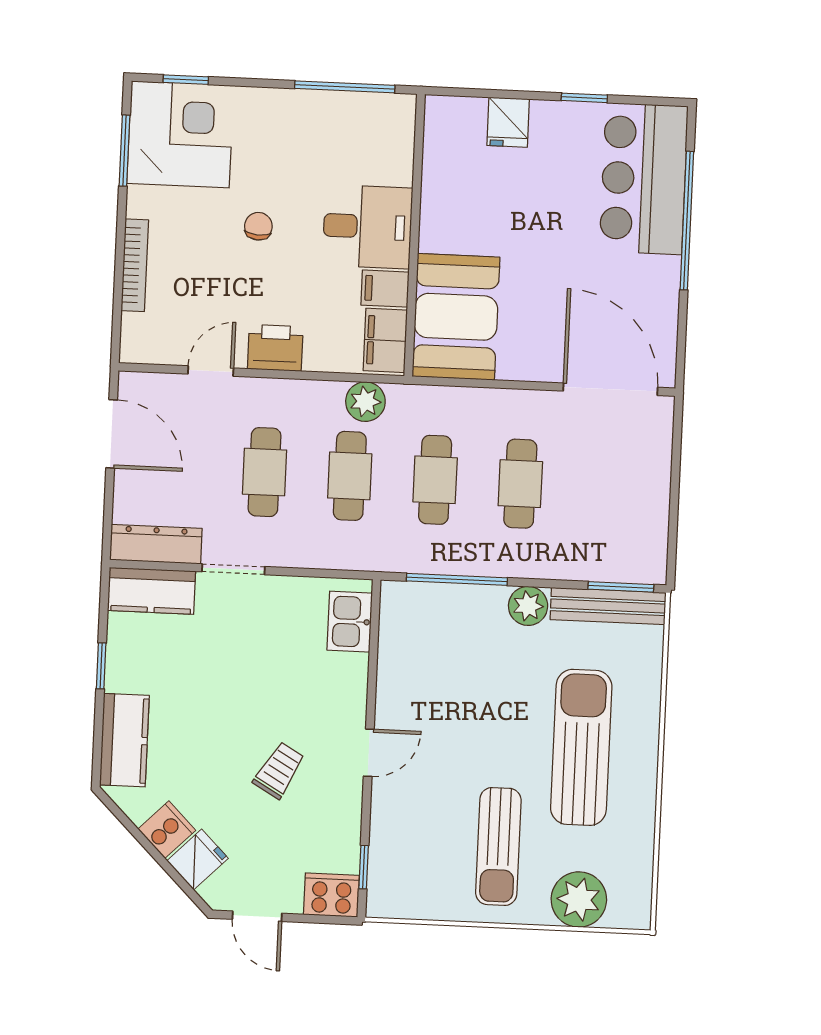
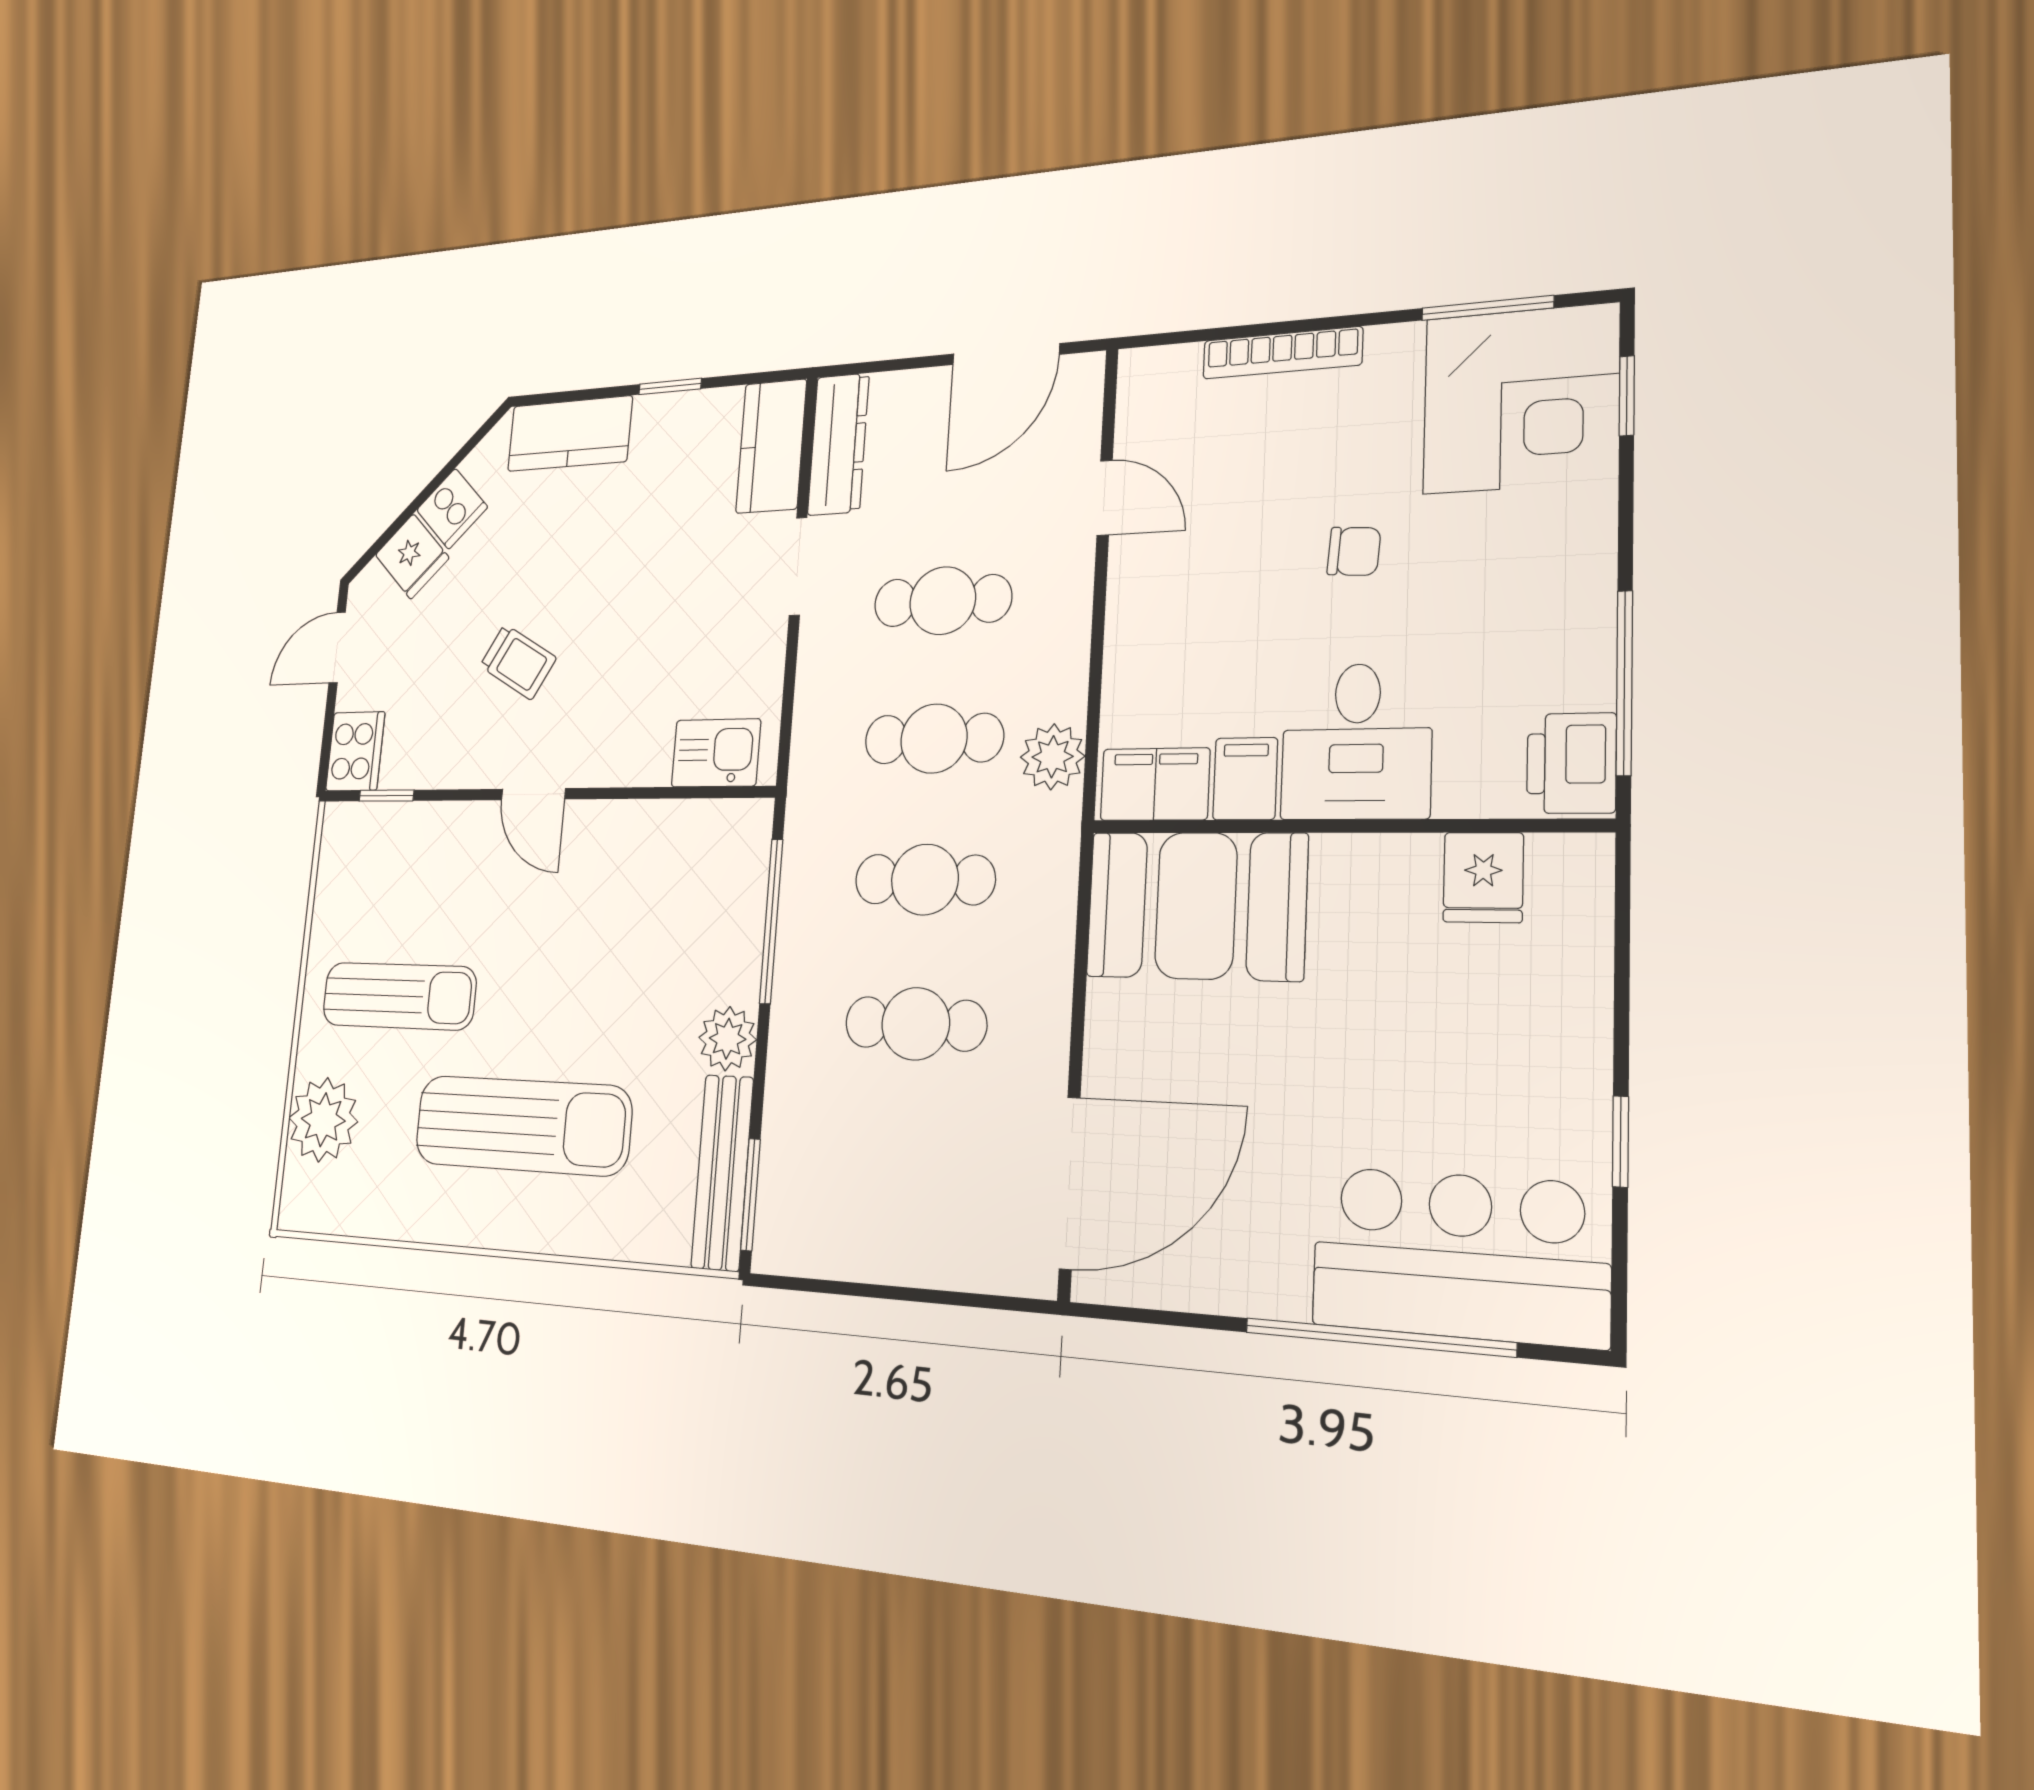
fridge: (508, 122) -> (1483, 877), moved, turned -90
printer: (275, 348) -> (1571, 763), moved, turned 180
sun lounger: (498, 846) -> (399, 996), turned 180

